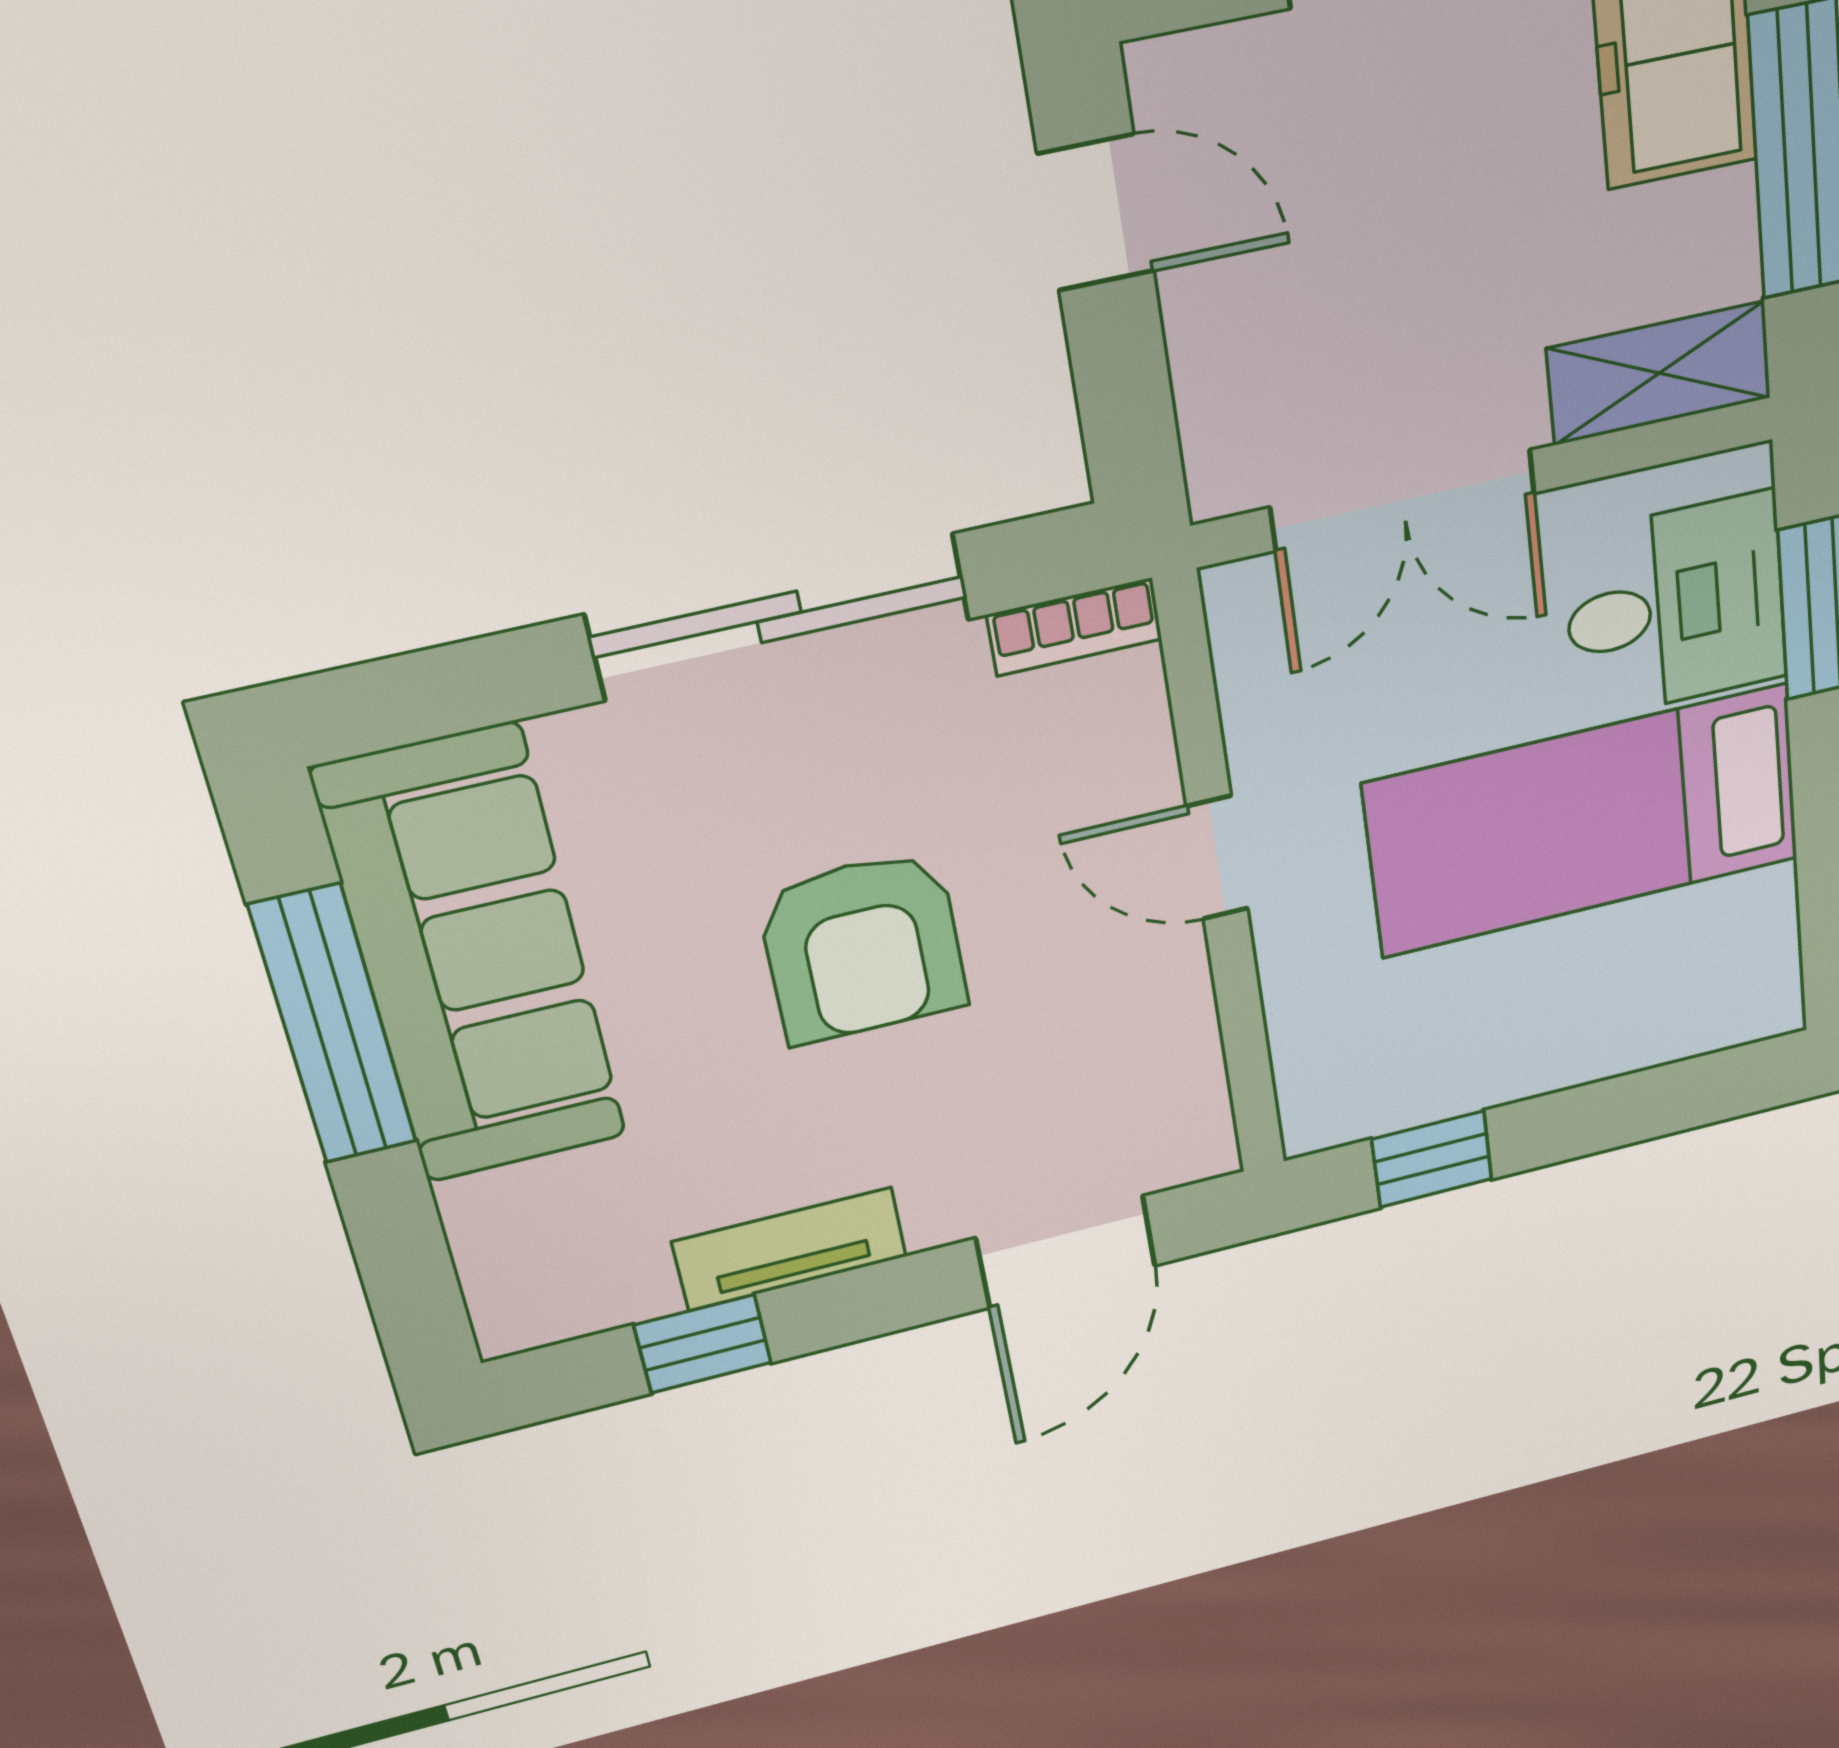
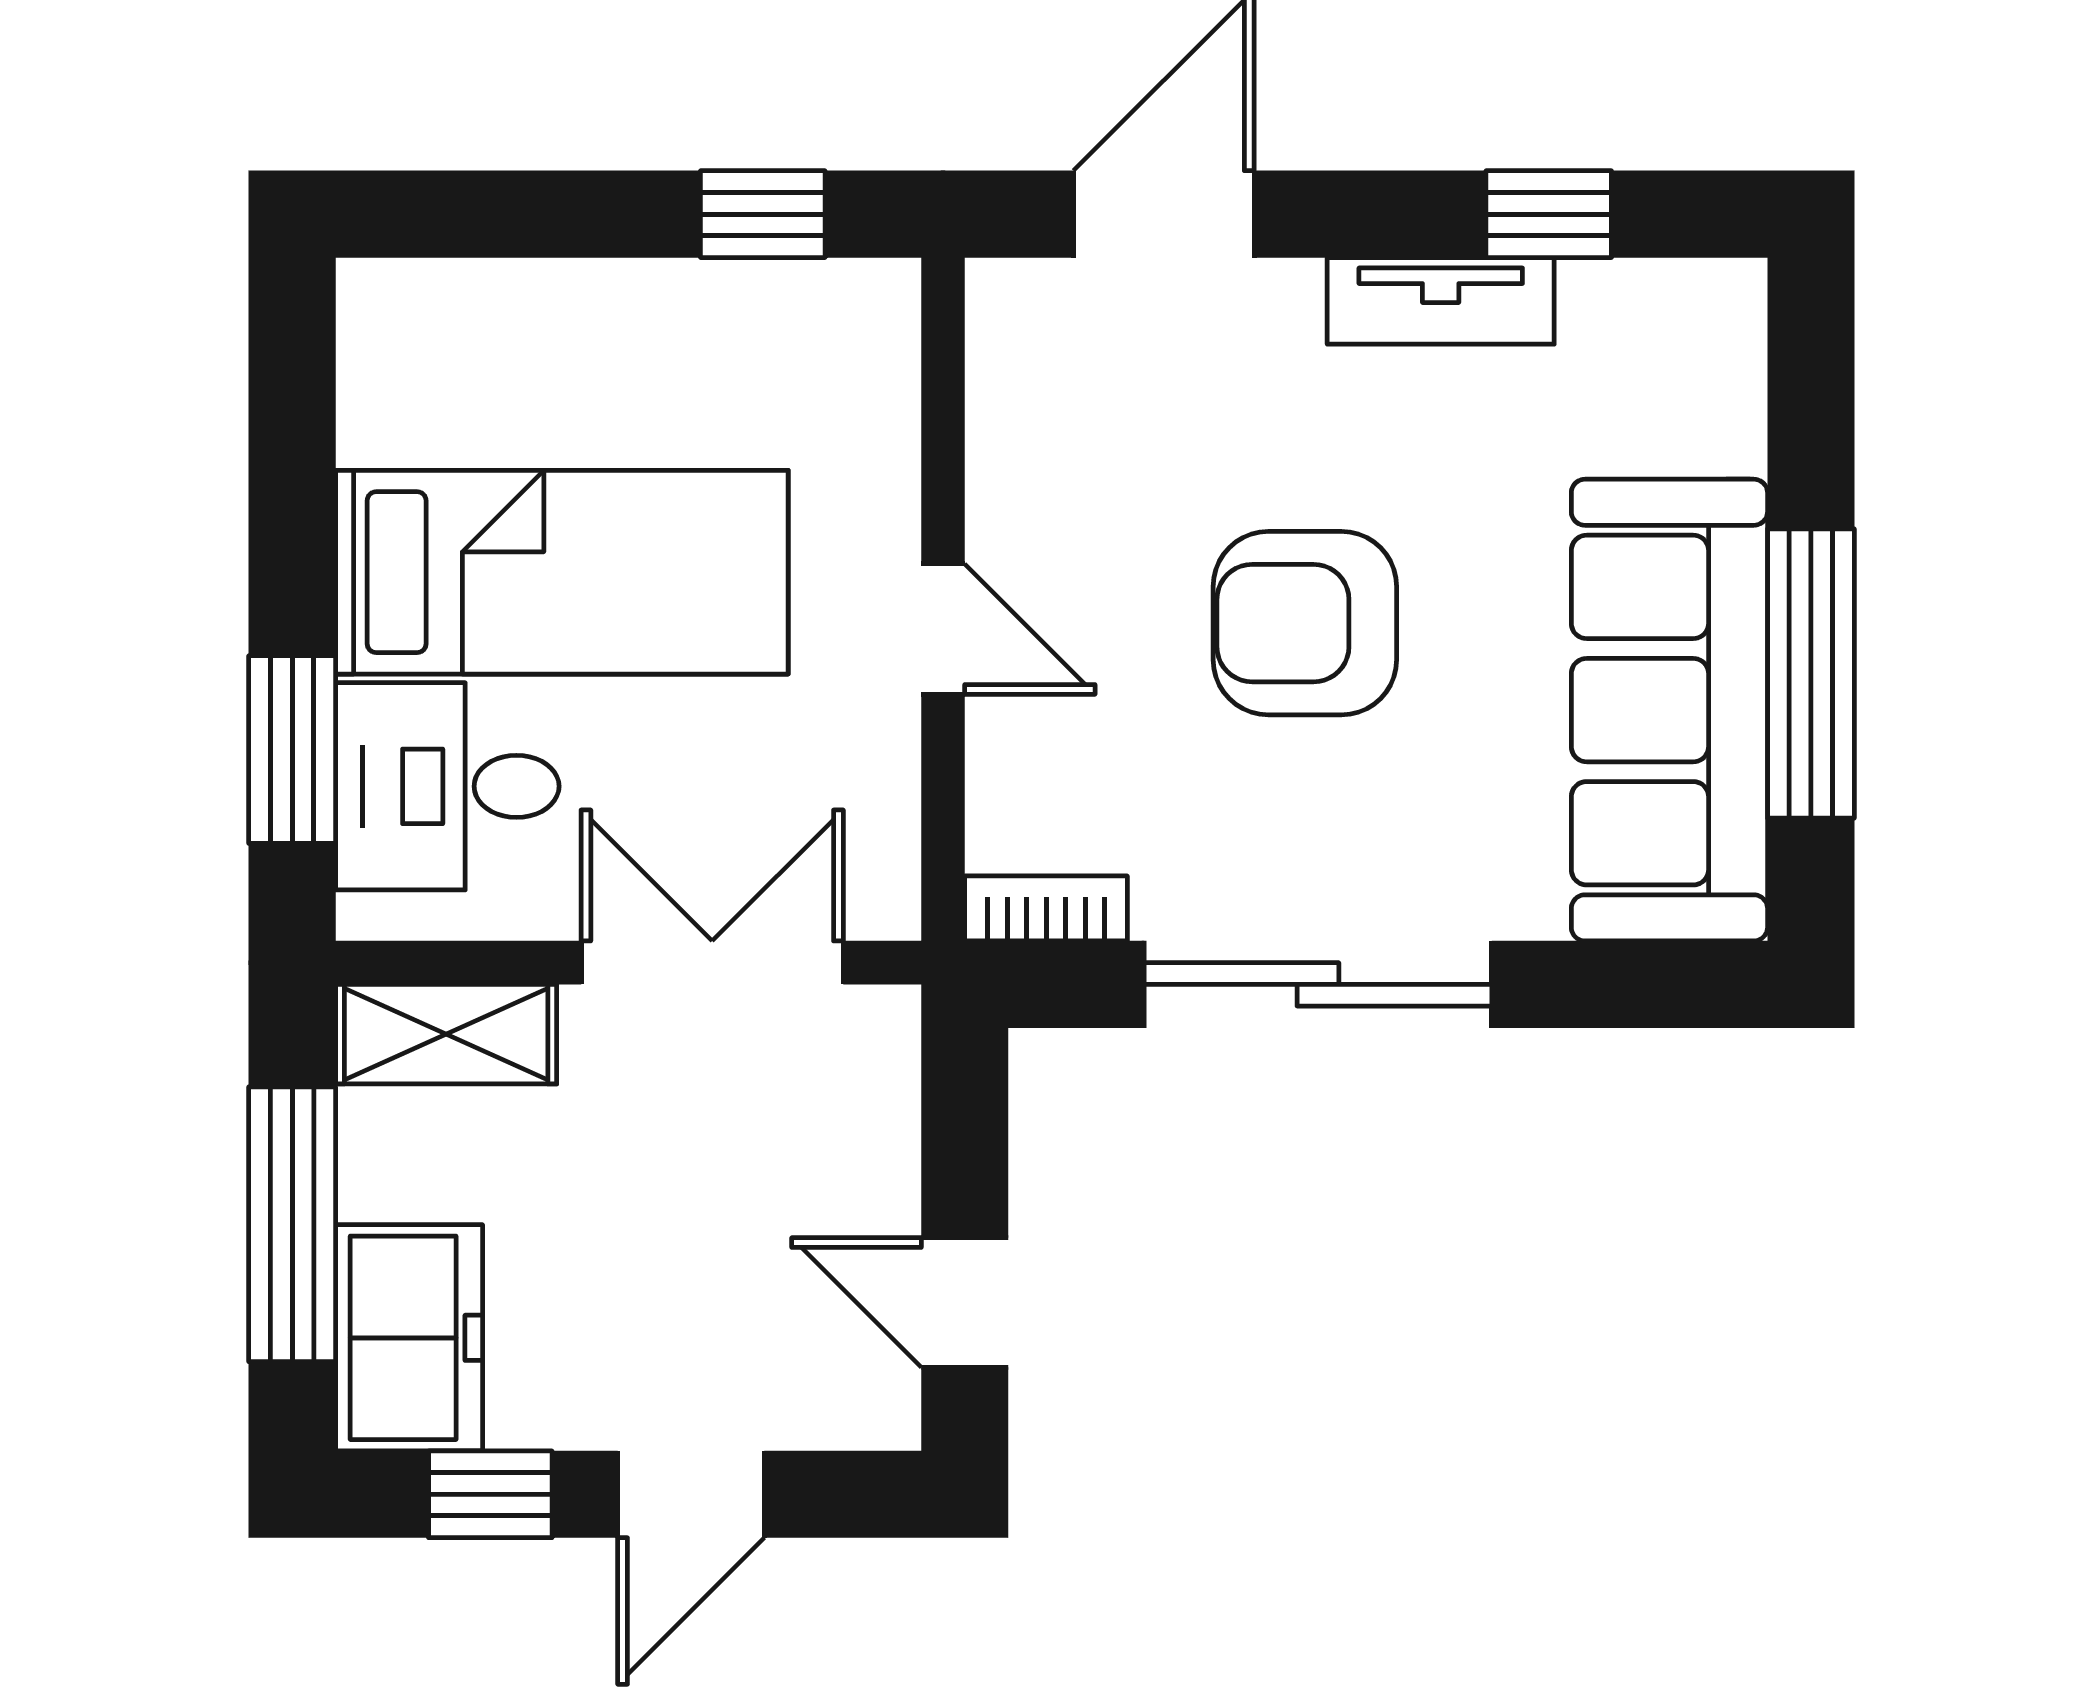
armchair: (863, 947) -> (1305, 623), turned -90

